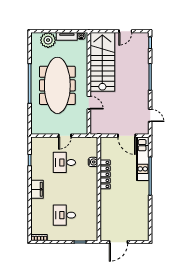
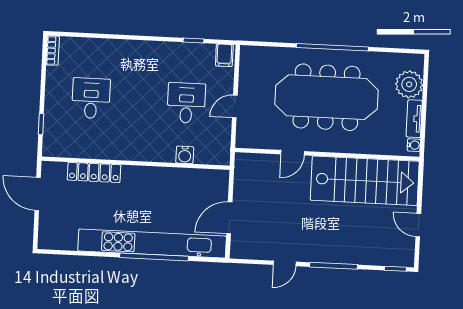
door: (150, 115) -> (285, 263), moved
door: (65, 136) -> (235, 106), hinge flipped
kitchen unit: (143, 159) -> (152, 243), width x1.86
locker: (105, 174) -> (94, 172), moved
filing cabinet: (37, 189) -> (224, 55), moved, width x0.50

